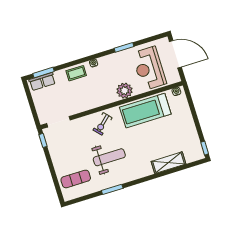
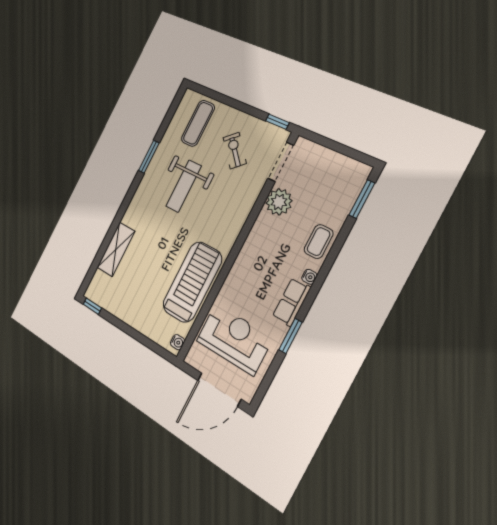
row of seats: (42, 82) -> (291, 302), moved
plant: (125, 91) -> (279, 202), moved
exercise bike: (103, 124) -> (235, 151), moved

